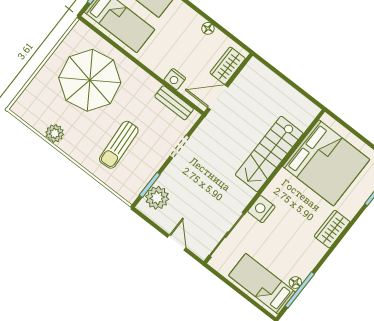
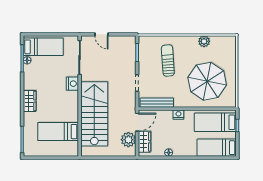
nightstand: (175, 79) -> (178, 115), moved
bench: (174, 103) -> (157, 103), width x1.36
stairs: (269, 154) -> (94, 114), width x1.36, depth x1.51
bed: (326, 163) -> (58, 132), width x0.49
plant: (157, 198) -> (128, 140), moved

